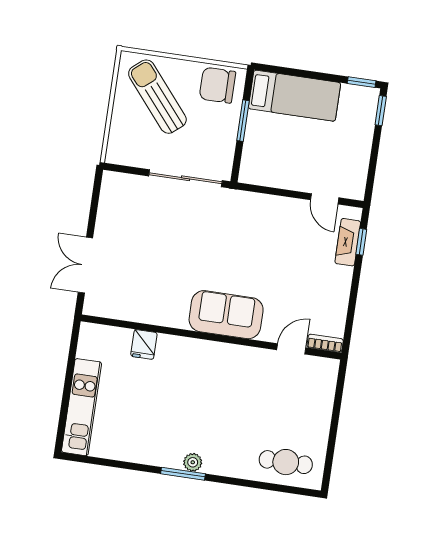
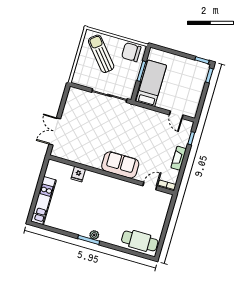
bed: (294, 96) -> (151, 83), moved, turned -90
fireplace: (348, 242) -> (179, 158), moved
cafe table: (286, 462) -> (140, 241), width x1.37, depth x1.35

